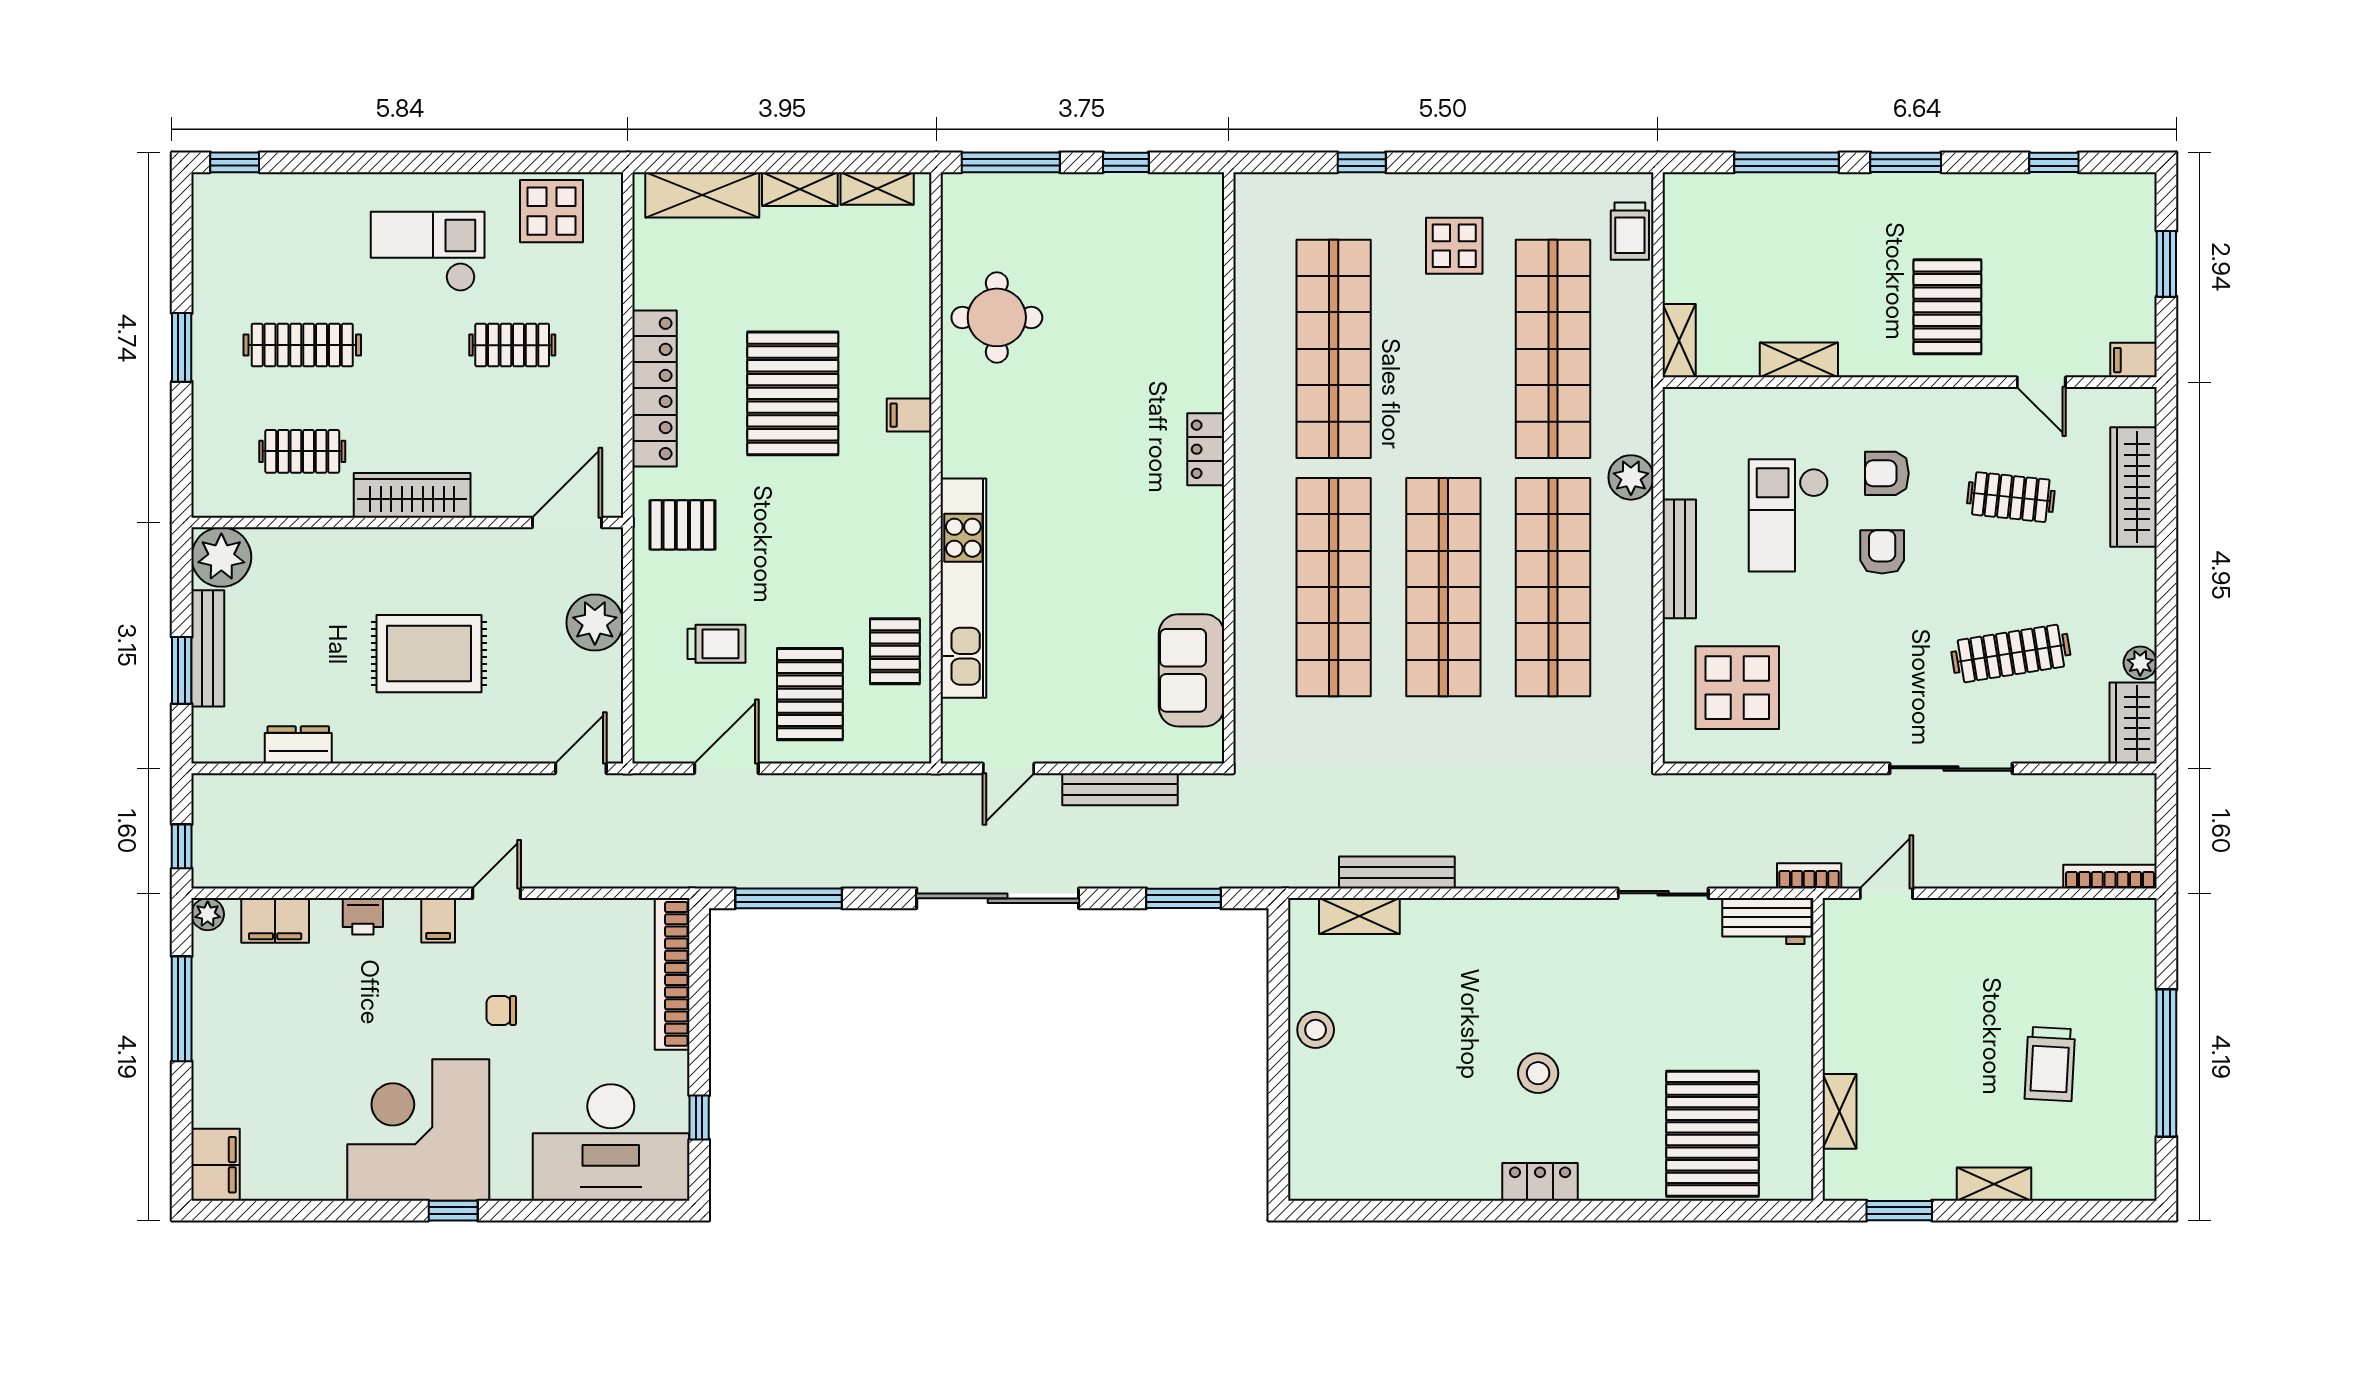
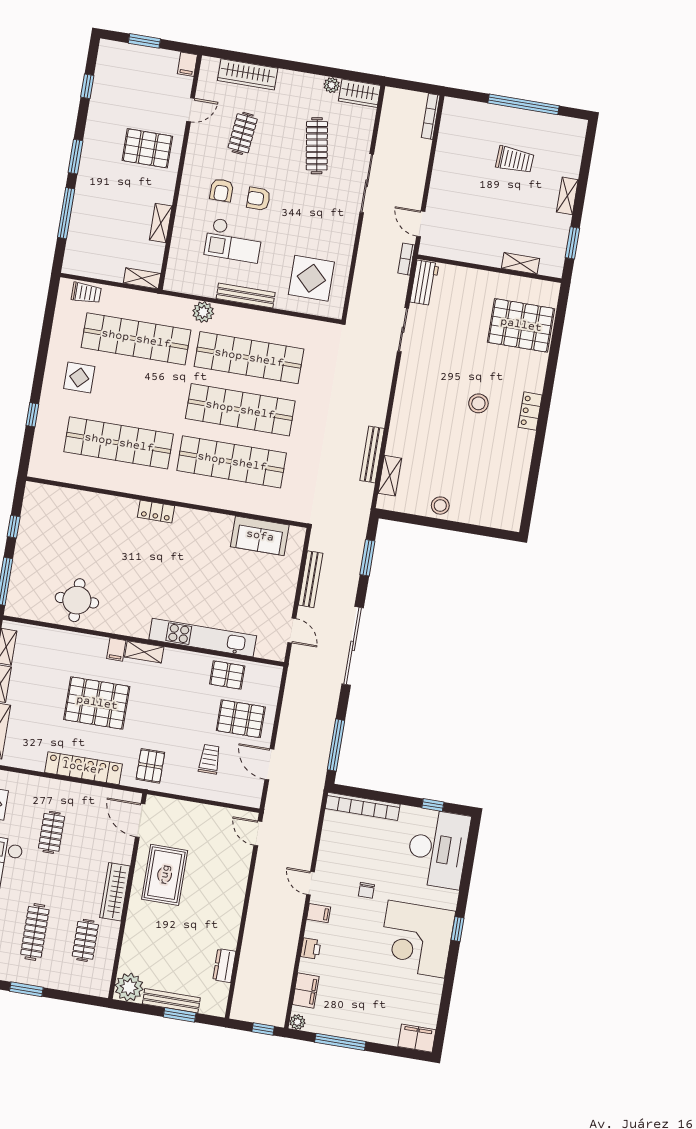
shelving: (914, 473) -> (144, 652), added
plant: (595, 623) -> (190, 815), removed
rug: (429, 654) -> (165, 875), moved

